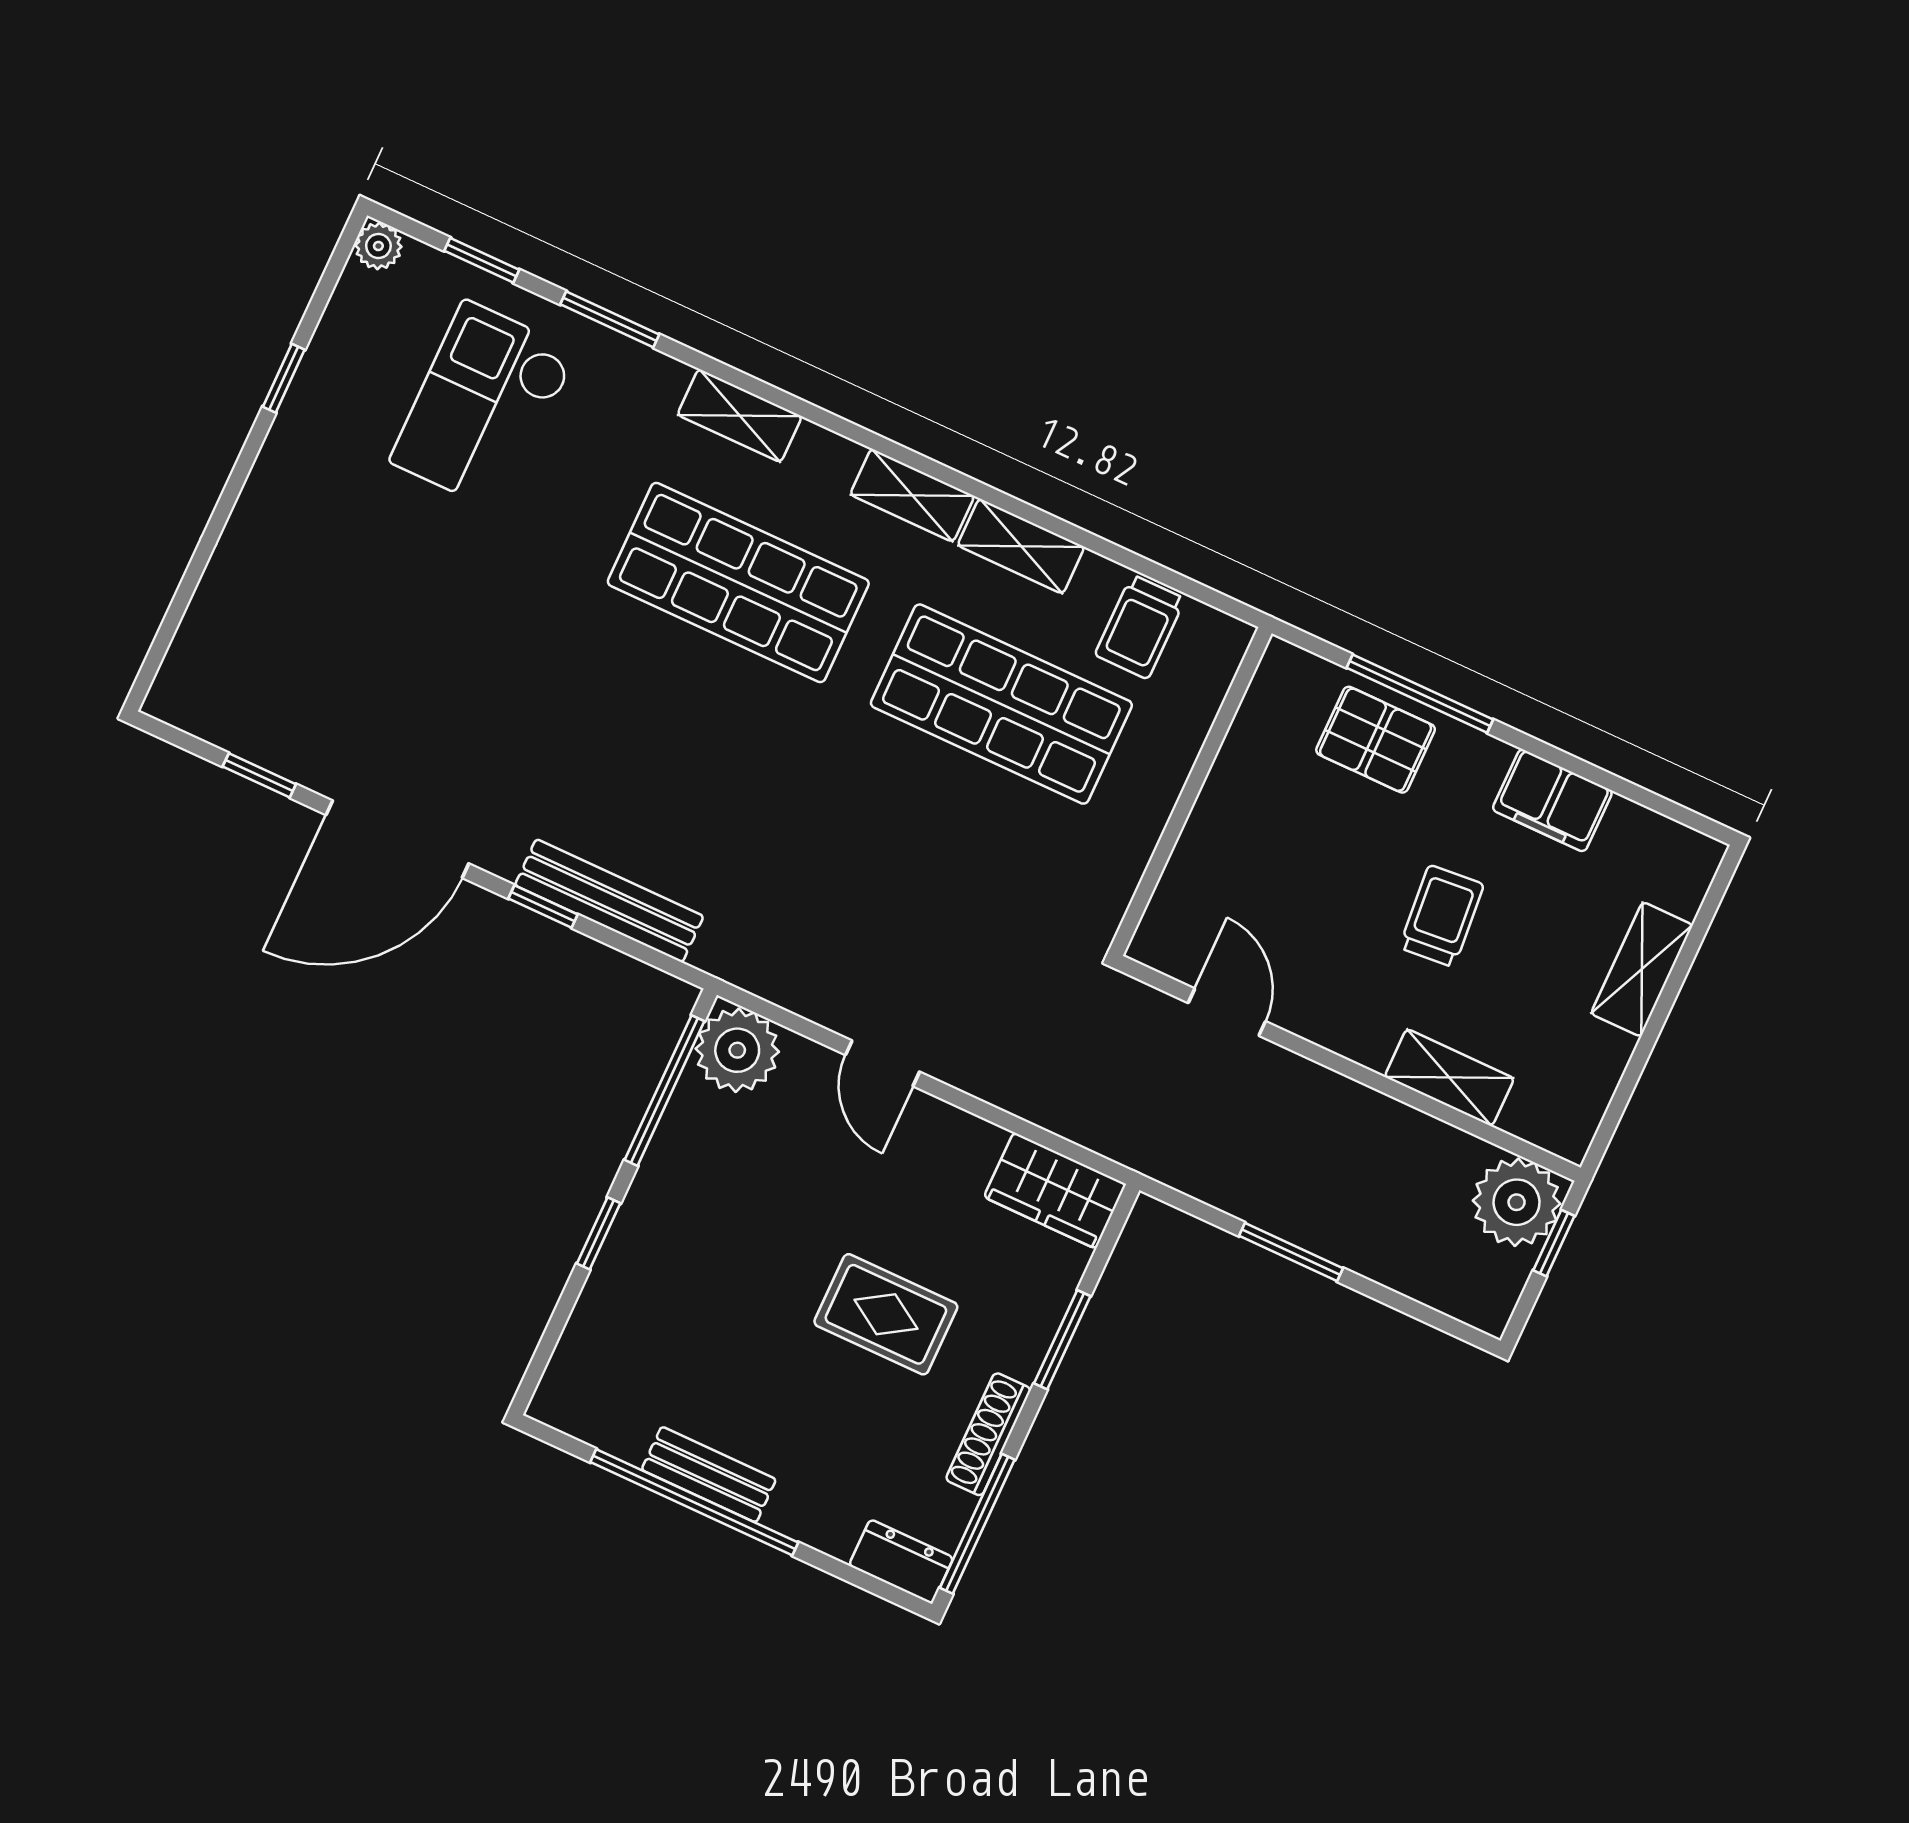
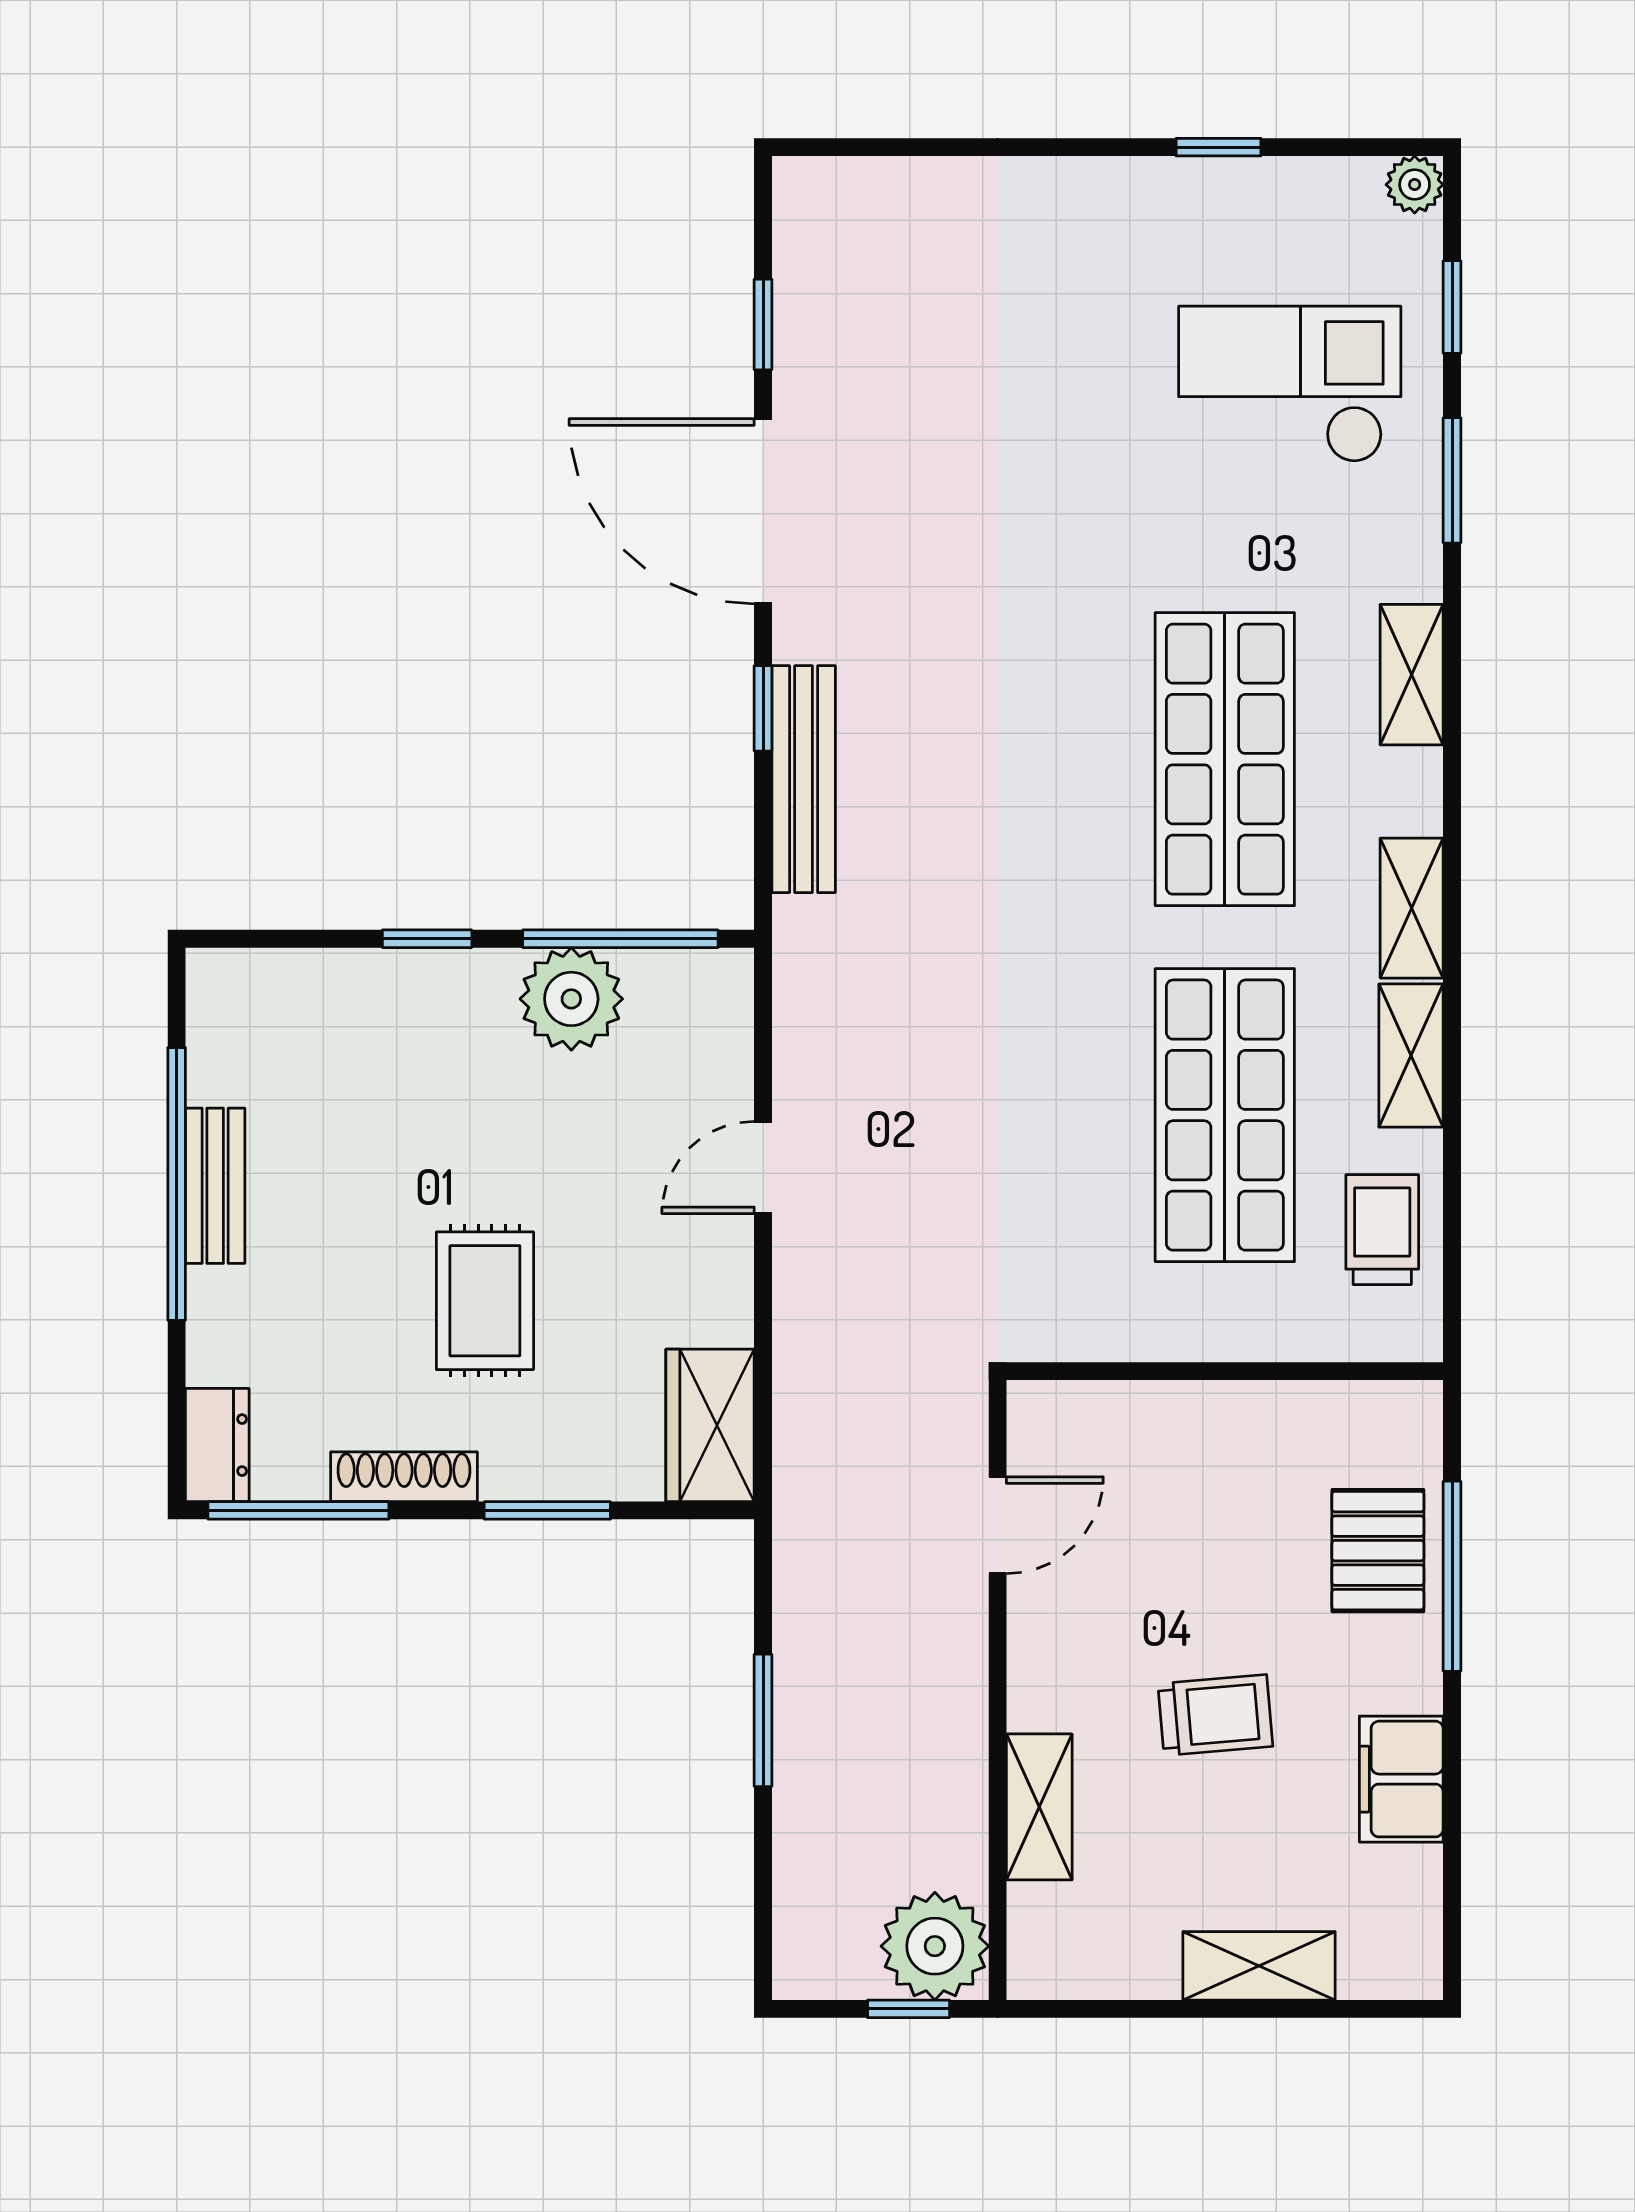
trolley: (1140, 627) -> (1382, 1230), turned 90
plant: (737, 1050) -> (571, 999), moved

